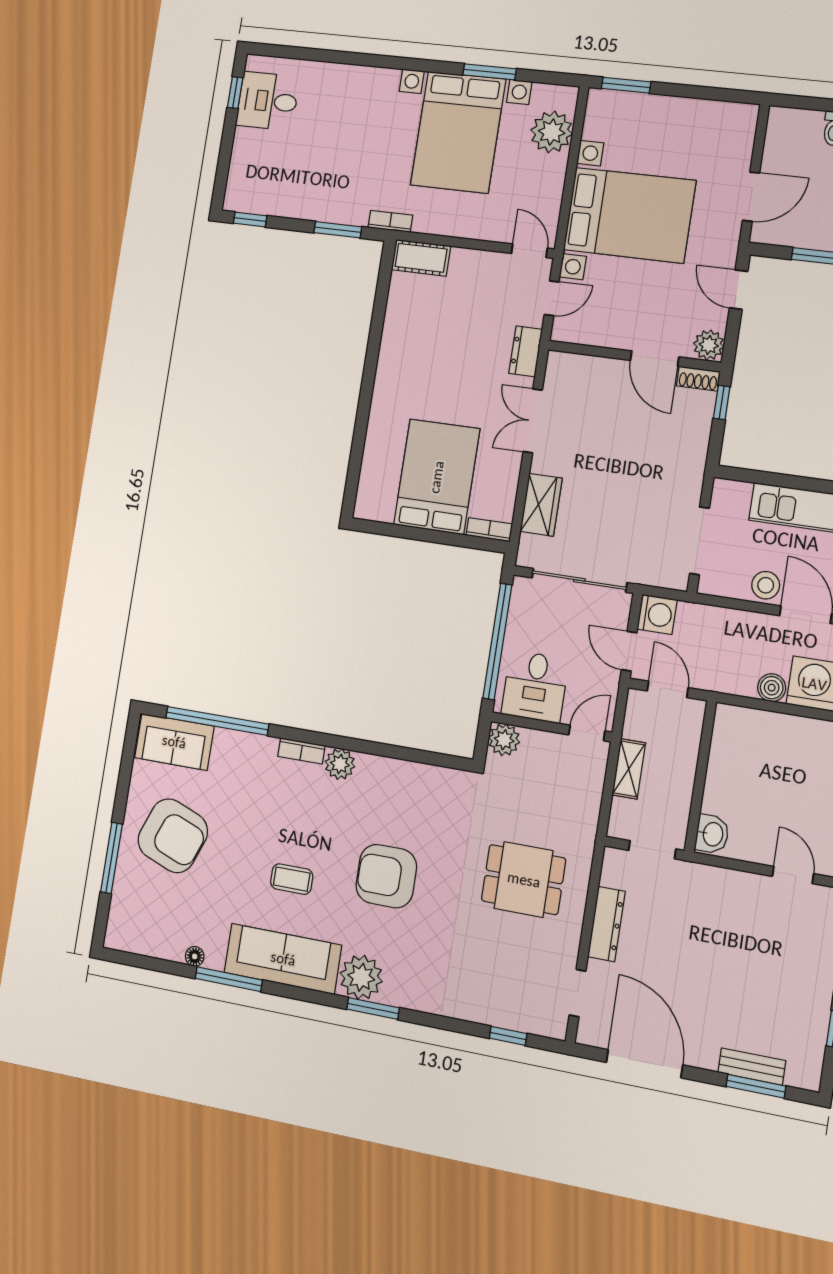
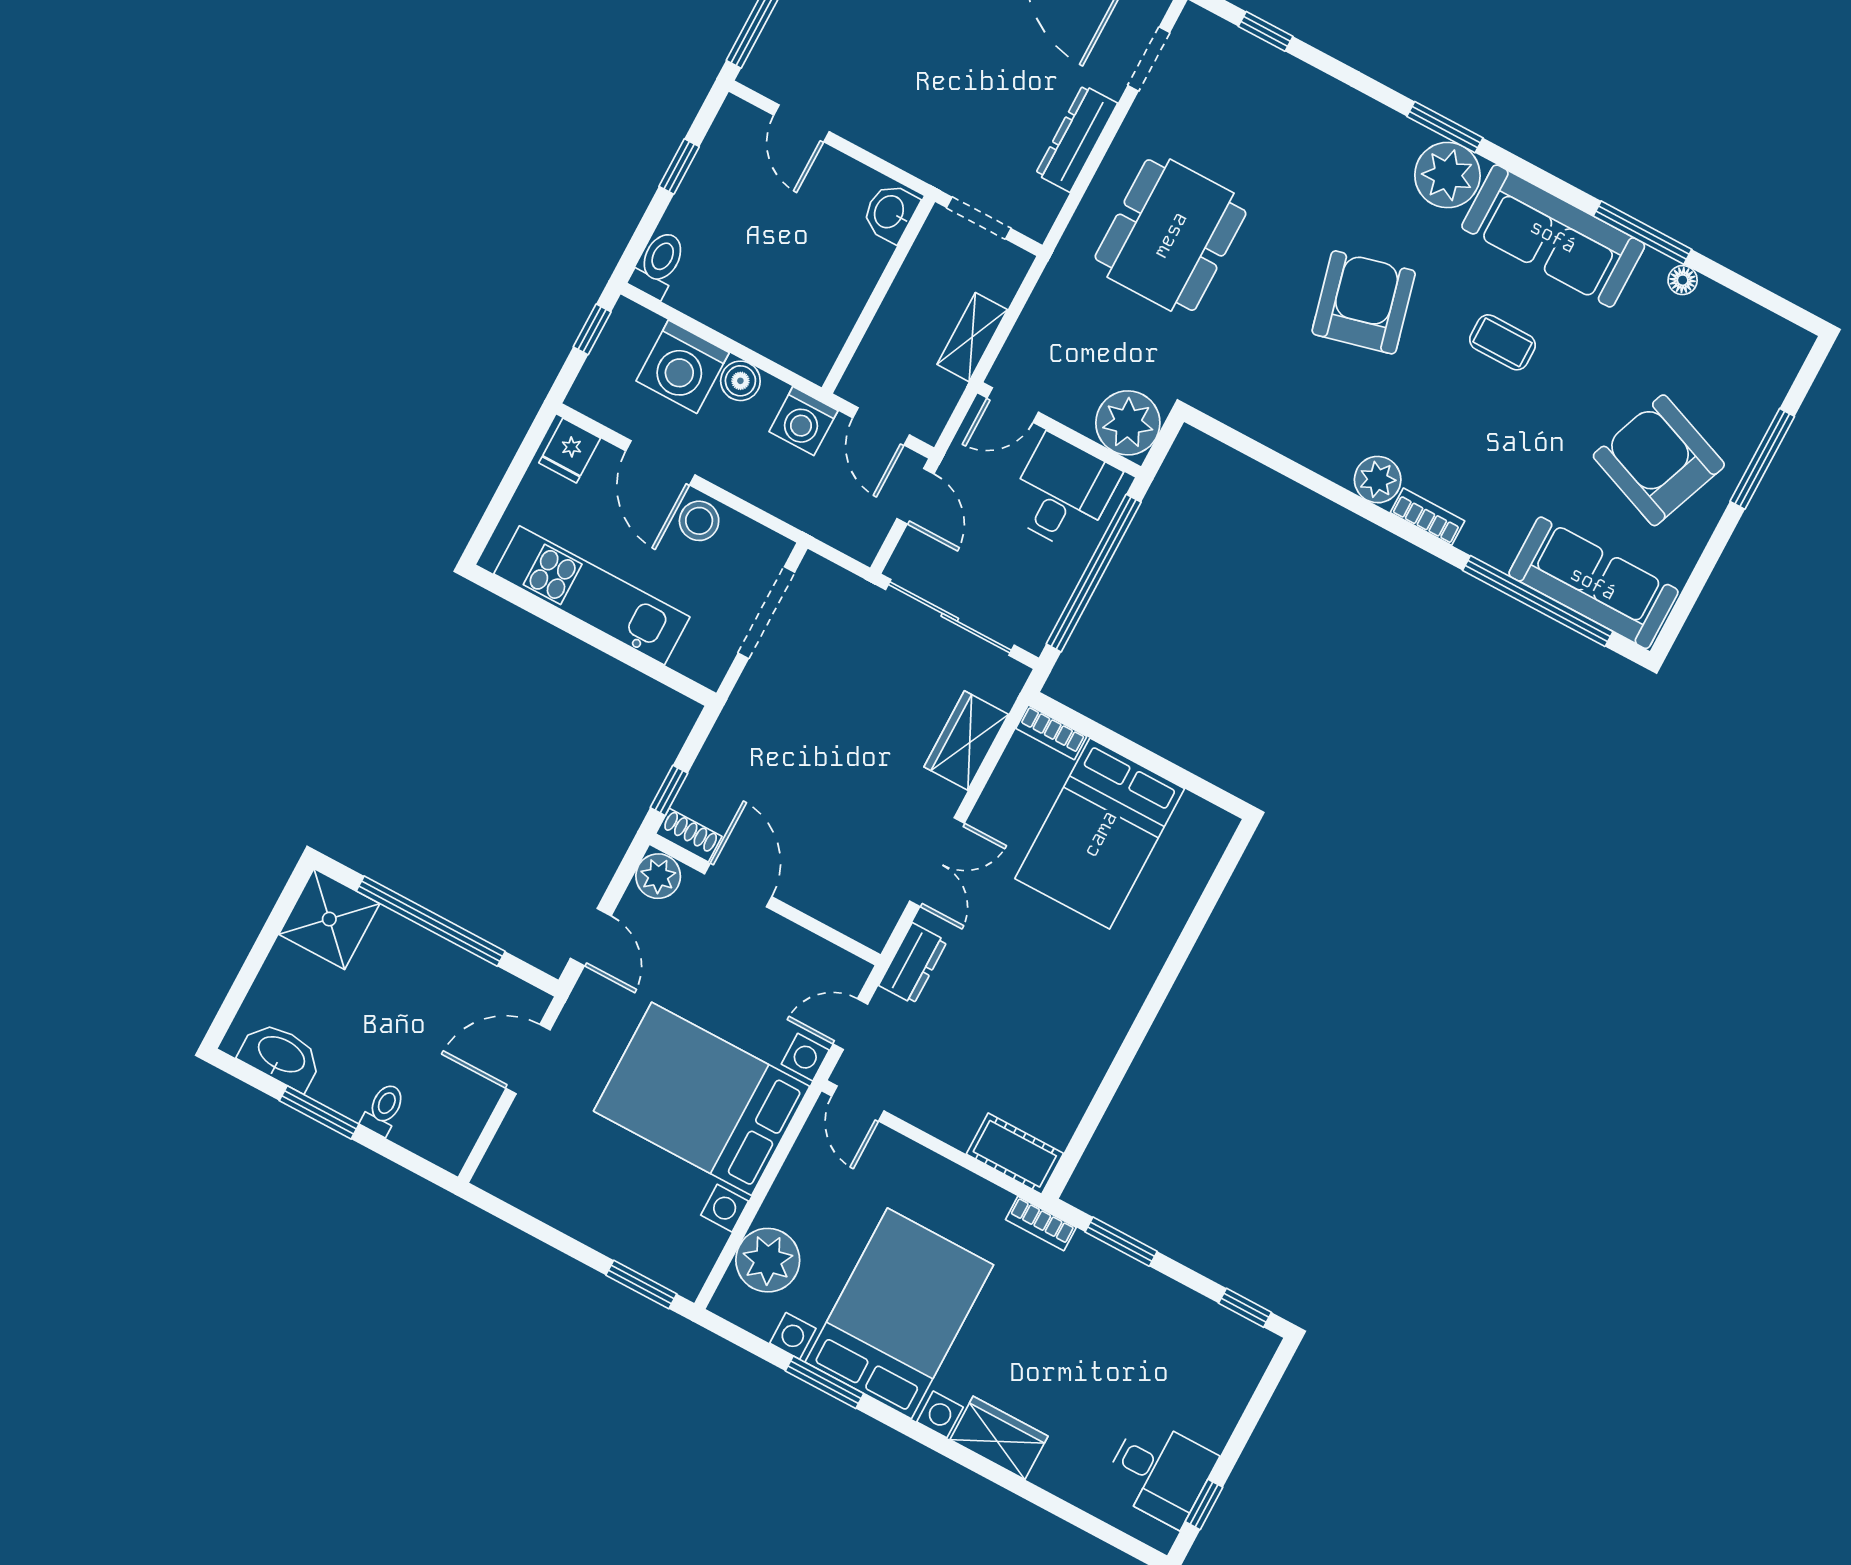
wardrobe: (371, 82) -> (999, 1438), added
washing machine: (657, 614) -> (803, 421), moved, turned -90
plant: (504, 740) -> (1128, 423), width x1.36, depth x1.36
sofa: (174, 742) -> (1593, 583), width x1.36
armchair: (386, 876) -> (1364, 302), turned -104
dining table: (524, 880) -> (1170, 235), width x1.38

